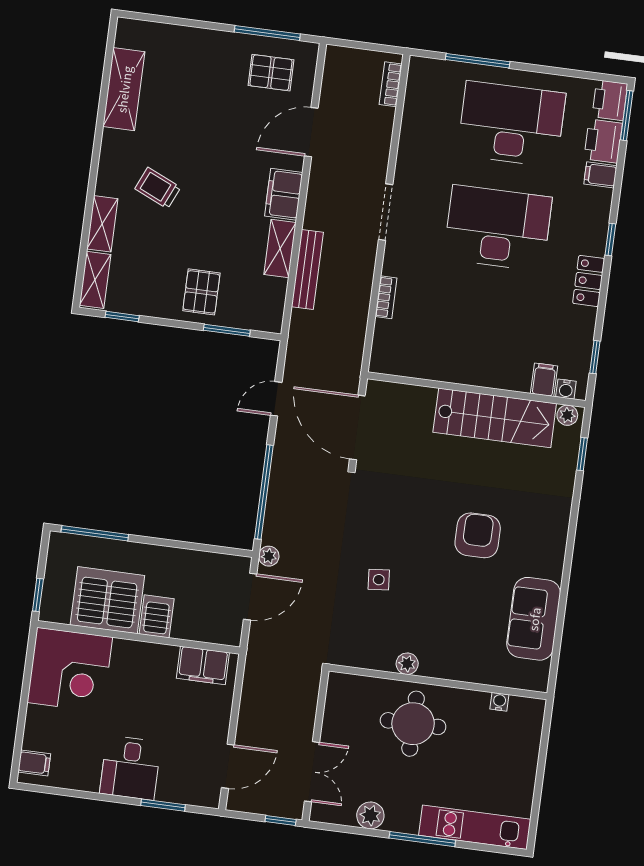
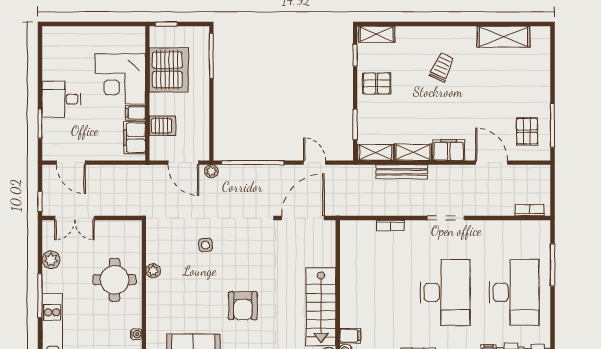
shelving: (102, 224) -> (376, 153), moved
pallet: (201, 292) -> (377, 83), moved
armchair: (478, 535) -> (243, 306), turned 90
server rack: (157, 616) -> (163, 126), moved
corner desk: (70, 670) -> (120, 79), moved
filing cabinet: (34, 763) -> (135, 113), moved, turned 90

